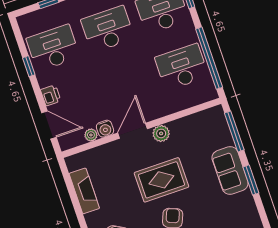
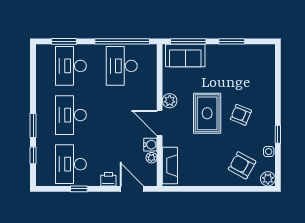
door: (49, 125) -> (132, 189), hinge flipped
sofa: (230, 171) -> (185, 55), moved
fireplace: (84, 191) -> (170, 166), moved, turned 90

